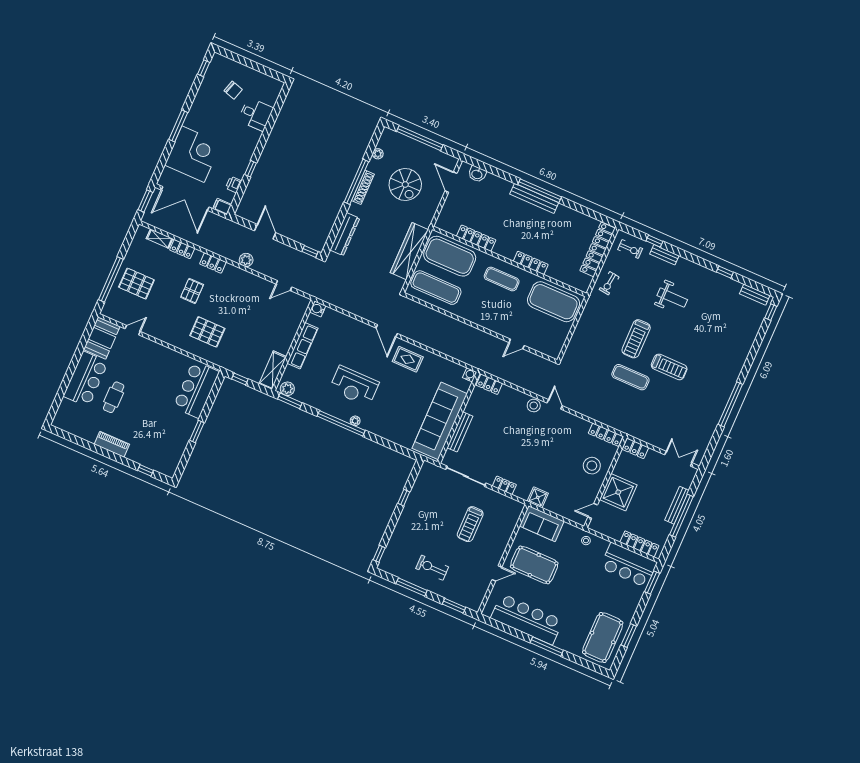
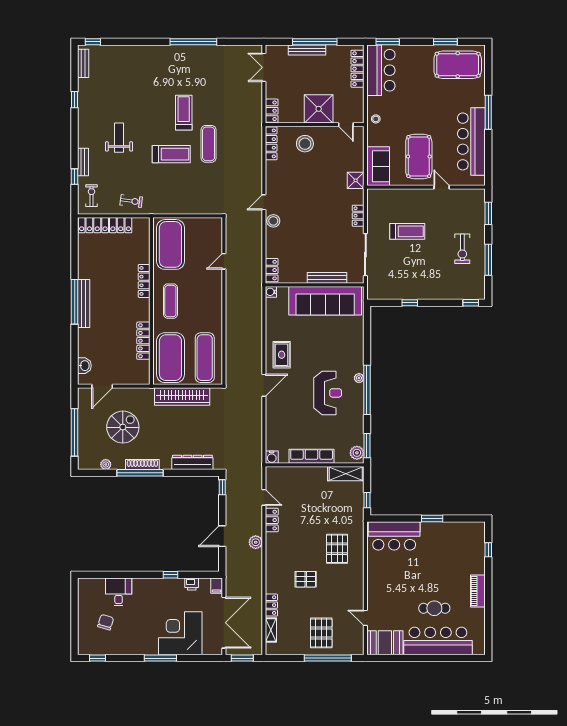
locker: (213, 263) -> (272, 520), moved
door: (517, 344) -> (224, 261), swing flipped
bar counter: (86, 379) -> (438, 641), width x1.36

